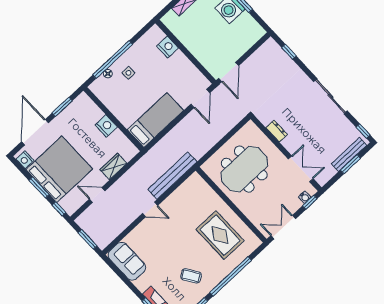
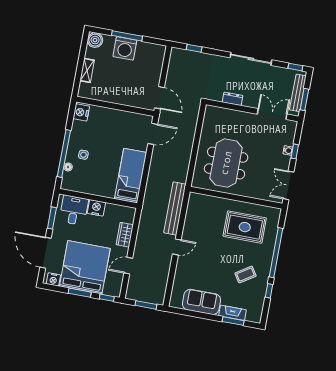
nightstand: (168, 47) -> (81, 112), moved, turned -90
door: (200, 98) -> (153, 134), hinge flipped
desk: (86, 114) -> (74, 210), added
dresser: (277, 131) -> (233, 99), moved
wall: (286, 153) -> (252, 110), moved
double door: (301, 169) -> (272, 114), moved
sofa: (127, 261) -> (202, 302), moved

